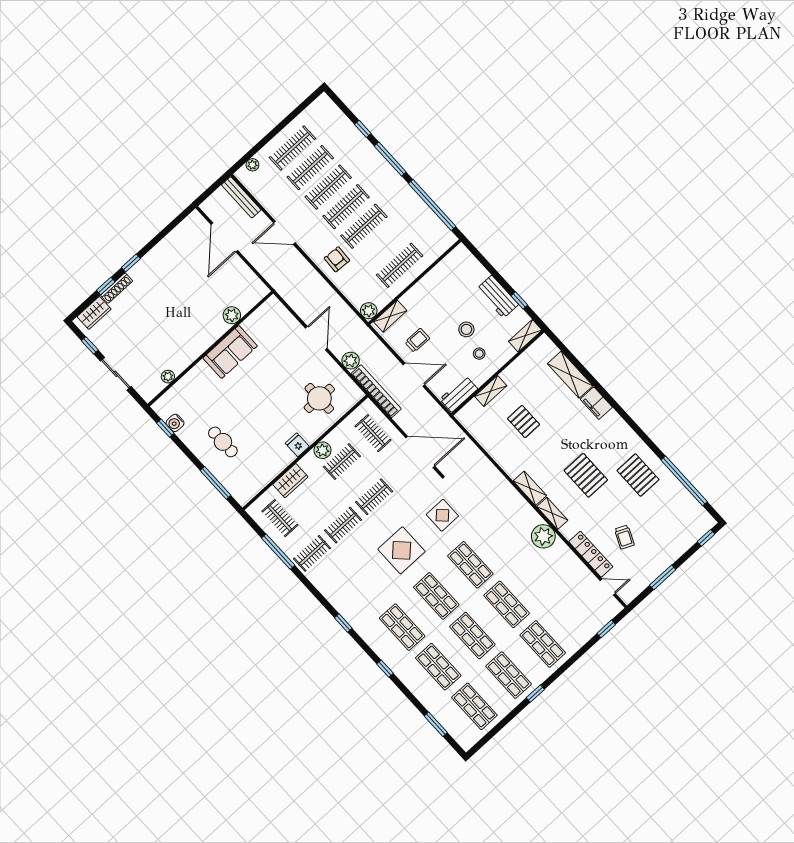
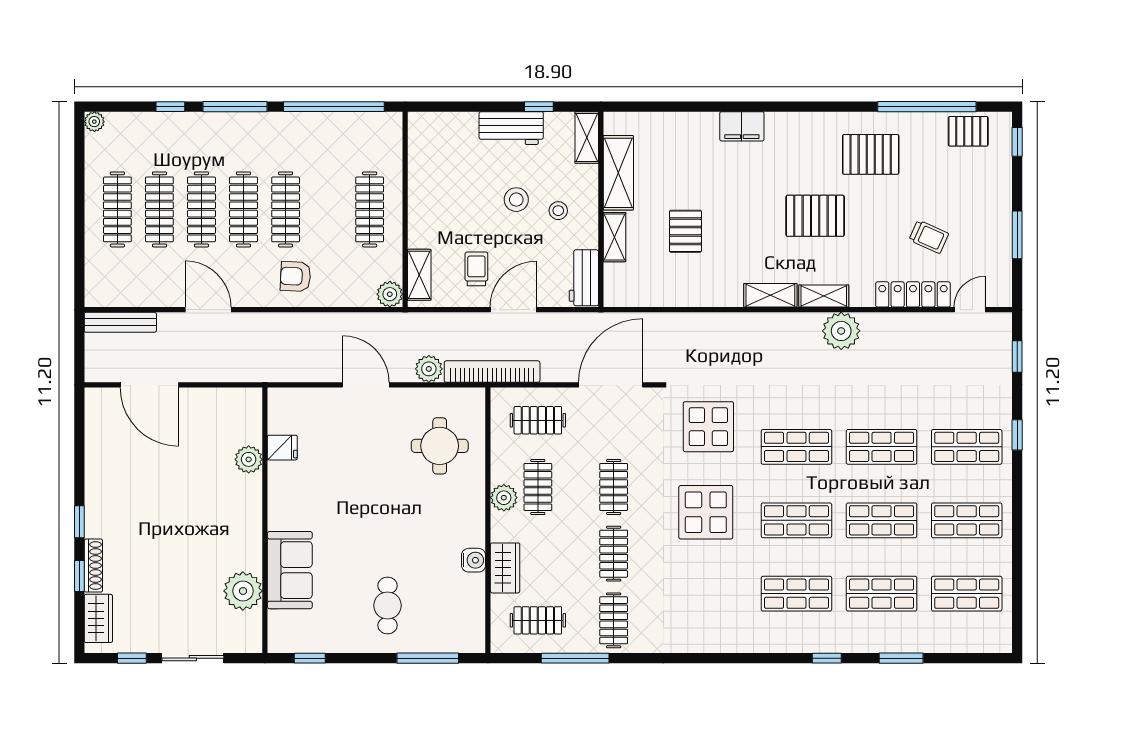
plant: (252, 165) -> (94, 122), moved
door: (284, 233) -> (208, 310), swing flipped
sofa: (230, 352) -> (290, 570), moved
shelving: (570, 375) -> (618, 173), moved, turned 90
plant: (168, 377) -> (243, 591), width x1.87, depth x1.87
pallet: (524, 422) -> (685, 231), turned 90
water cooler: (175, 423) -> (474, 560), moved, turned -90
cafe table: (223, 442) -> (388, 605), turned 90
fridge: (297, 445) -> (282, 448), moved, turned 180
pallet: (690, 511) -> (968, 131), added
display table: (442, 515) -> (708, 427), width x1.36, depth x1.36
window: (343, 623) -> (729, 658), removed
window: (535, 694) -> (1017, 435), moved
window: (436, 724) -> (901, 658), moved

